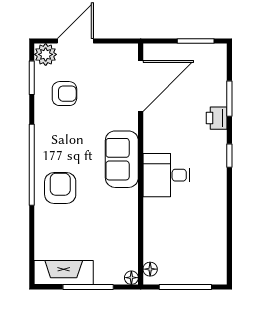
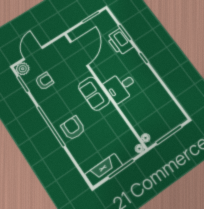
printer: (217, 118) -> (120, 42), width x1.87, depth x1.48

